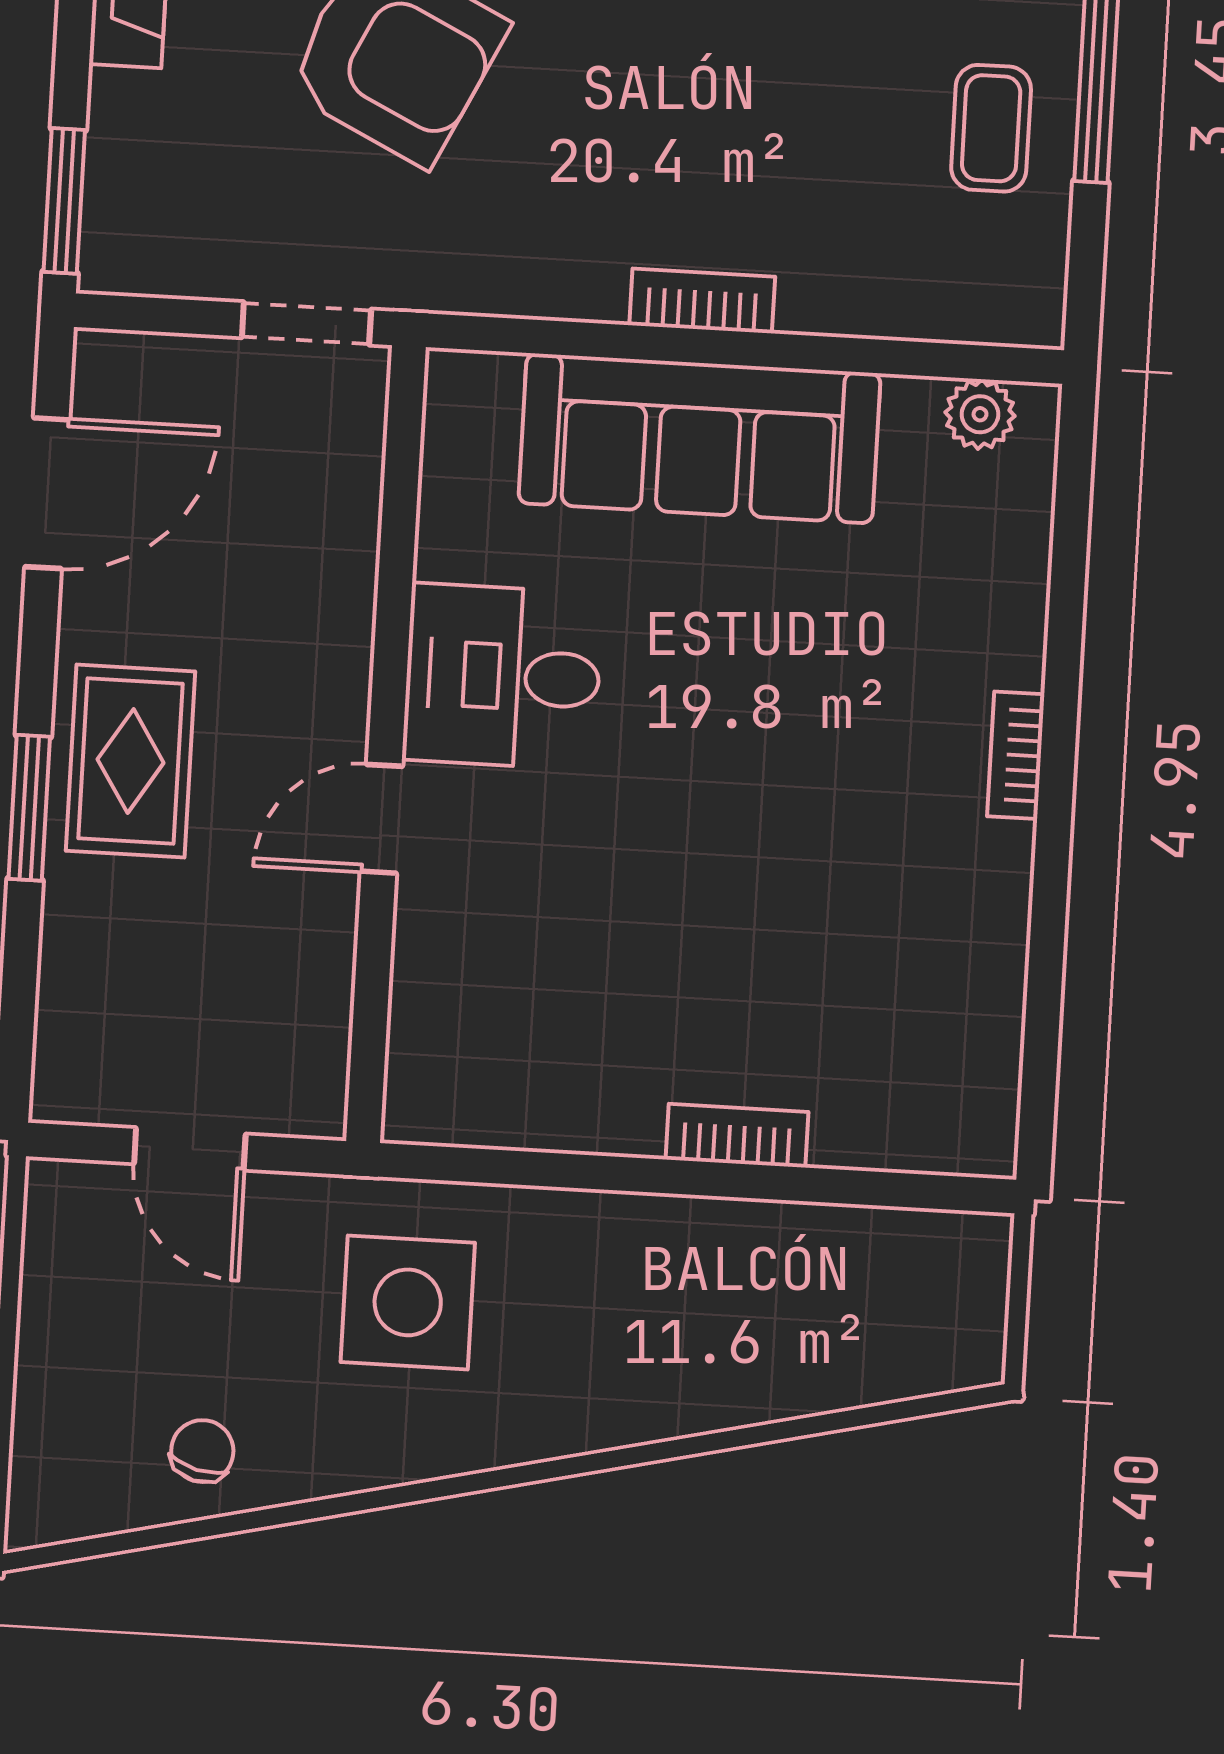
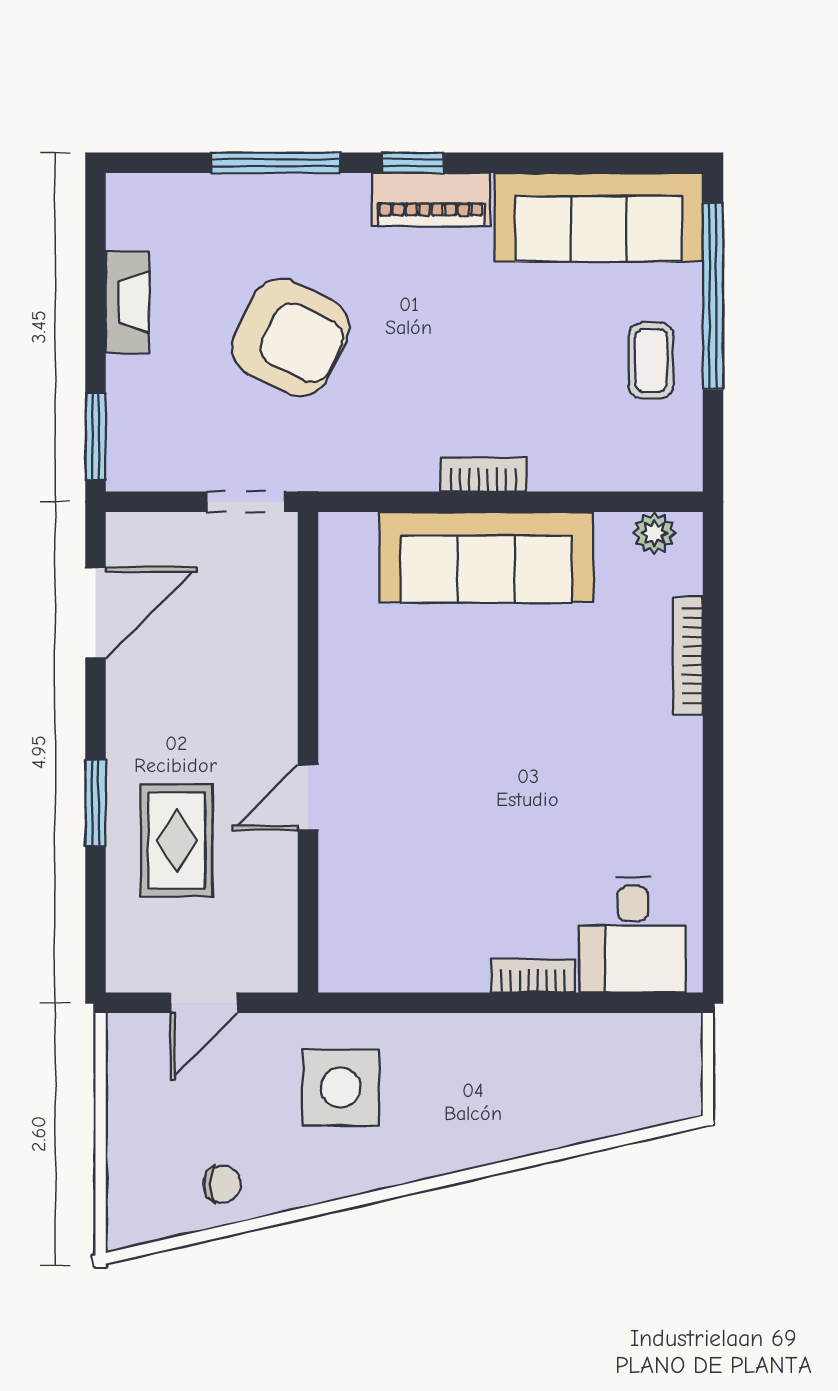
desk: (503, 676) -> (633, 935), moved, turned -90
bookcase: (1016, 755) -> (688, 656), moved, width x1.56
rug: (131, 761) -> (177, 840), moved
door: (190, 1149) -> (204, 1003), hinge flipped
chair: (202, 1451) -> (222, 1184), turned 76

